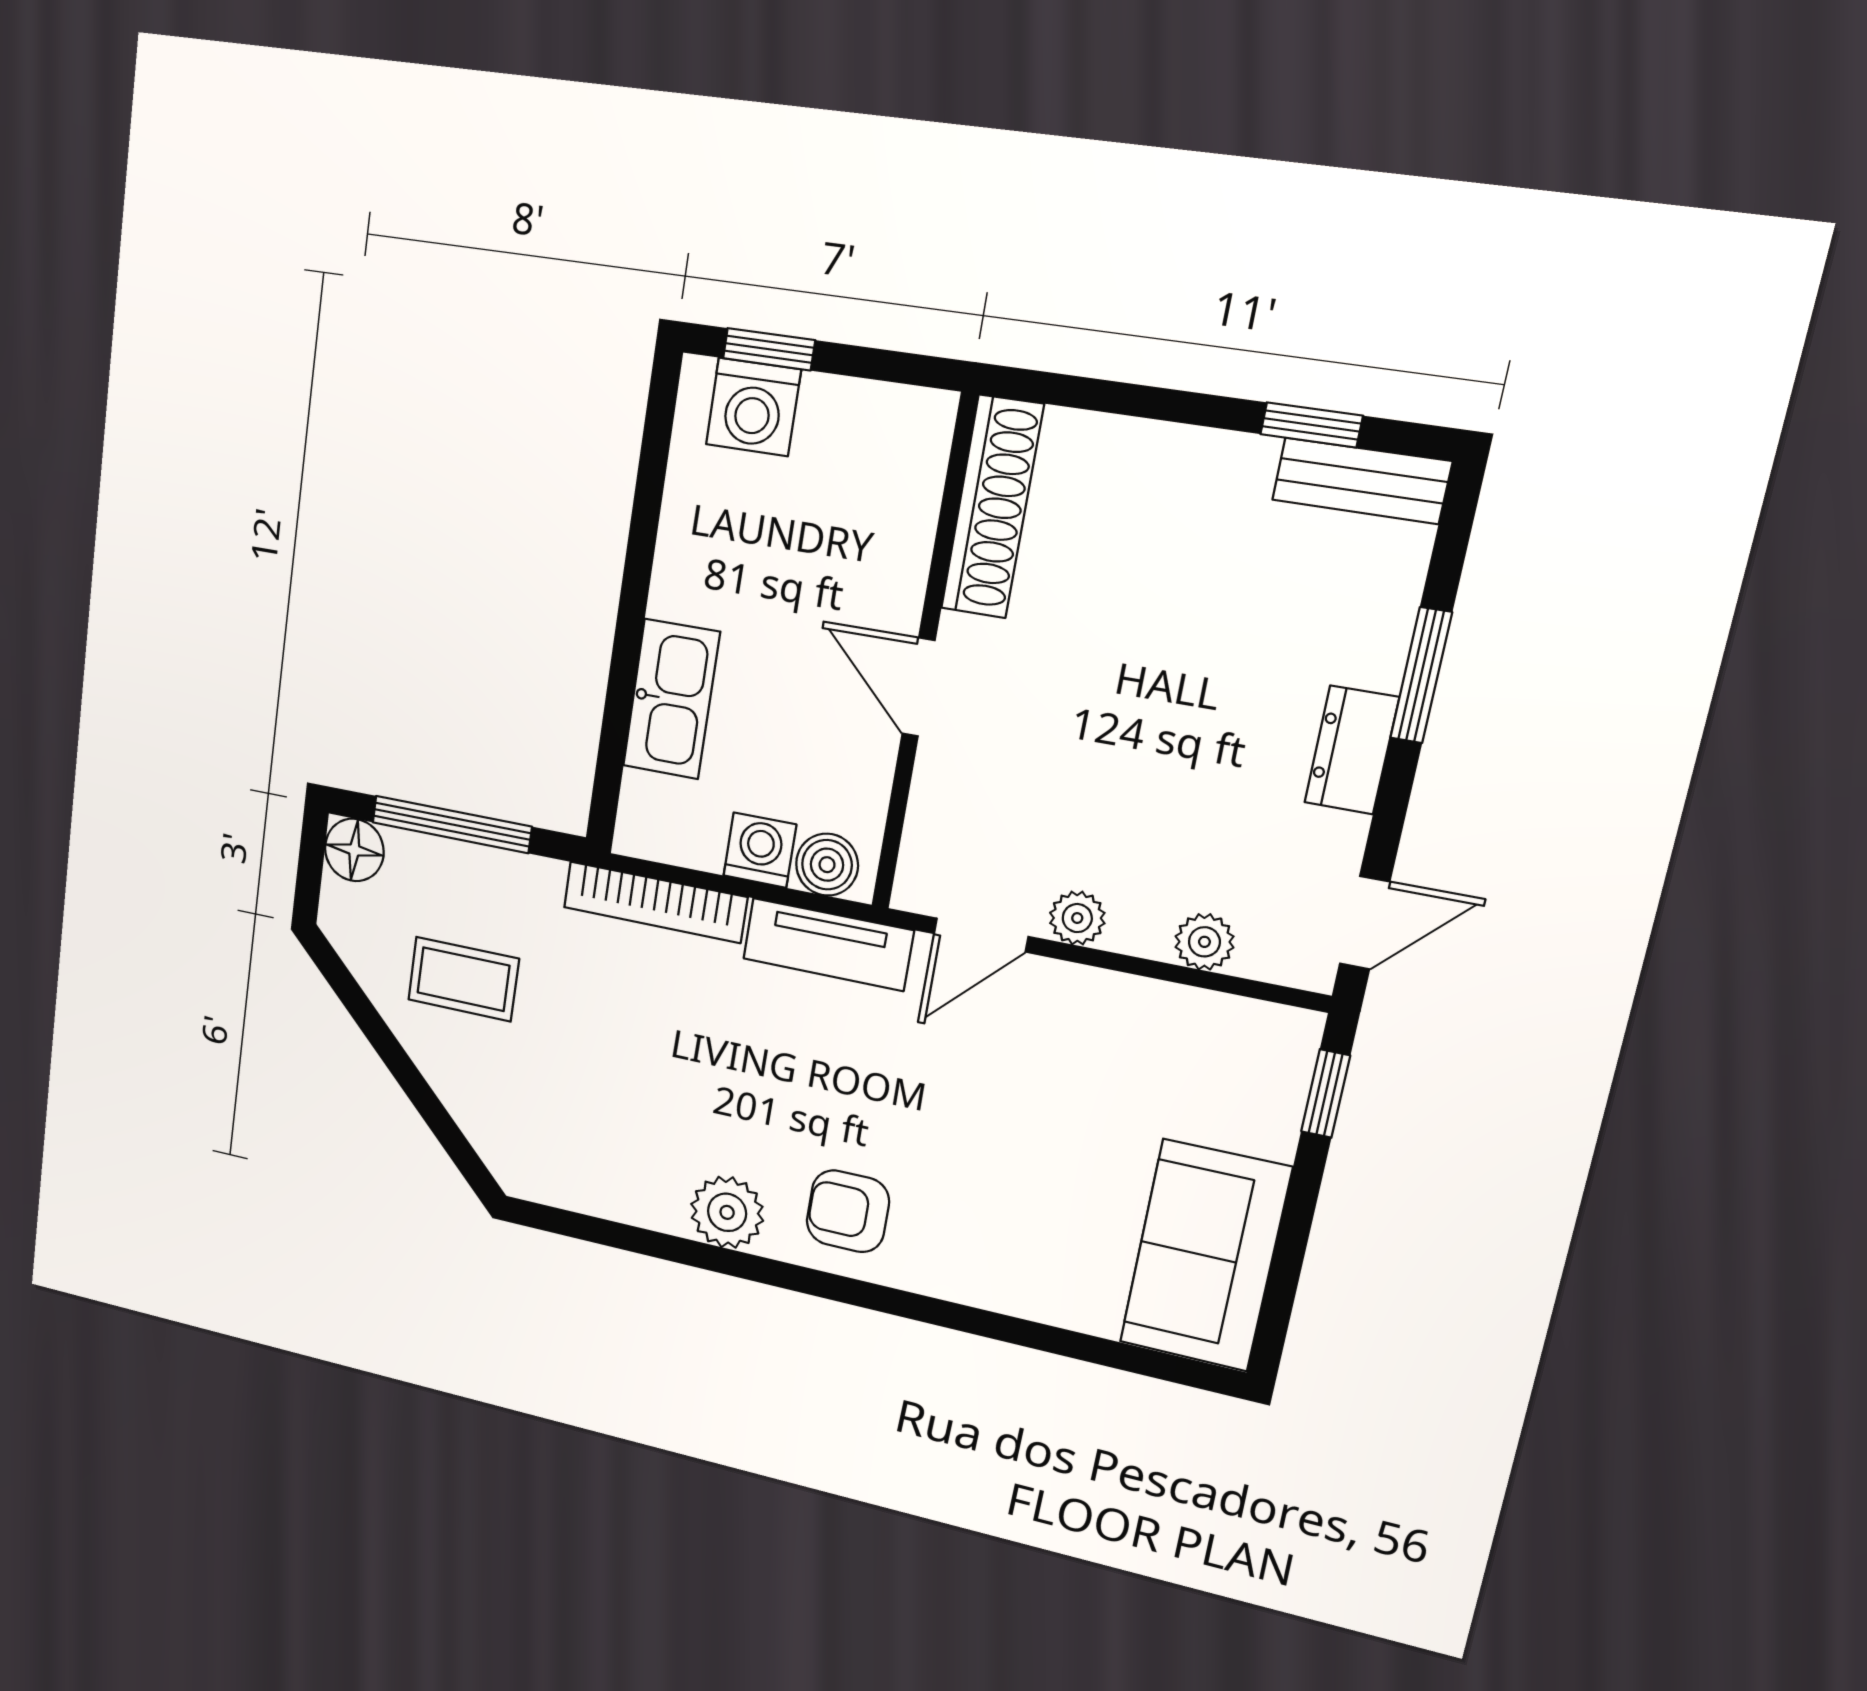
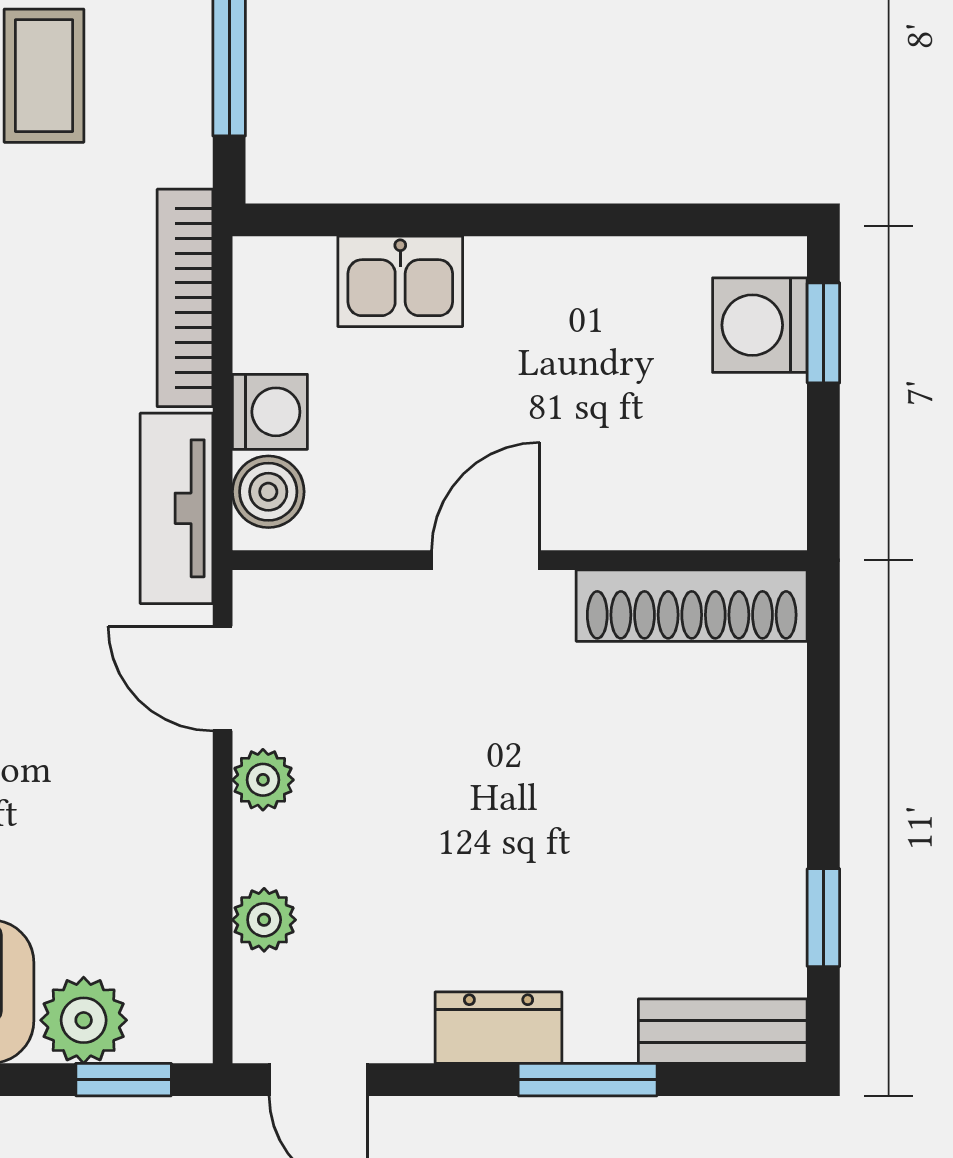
bench: (1362, 481) -> (723, 1031), moved, turned 90
kitchen sink: (671, 699) -> (400, 281), width x0.73
plant: (1263, 1116) -> (84, 1020), added

